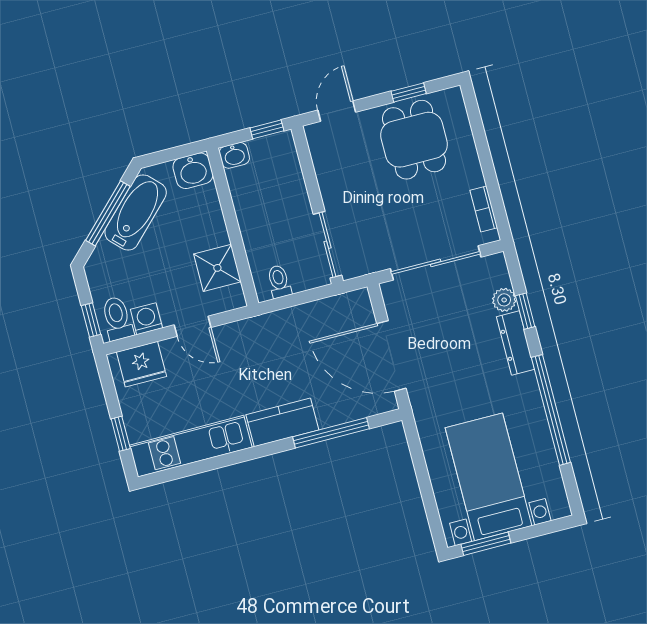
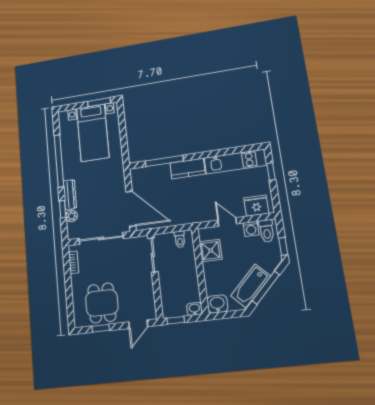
window: (91, 320) -> (283, 246), moved
door: (391, 356) -> (131, 209), moved

